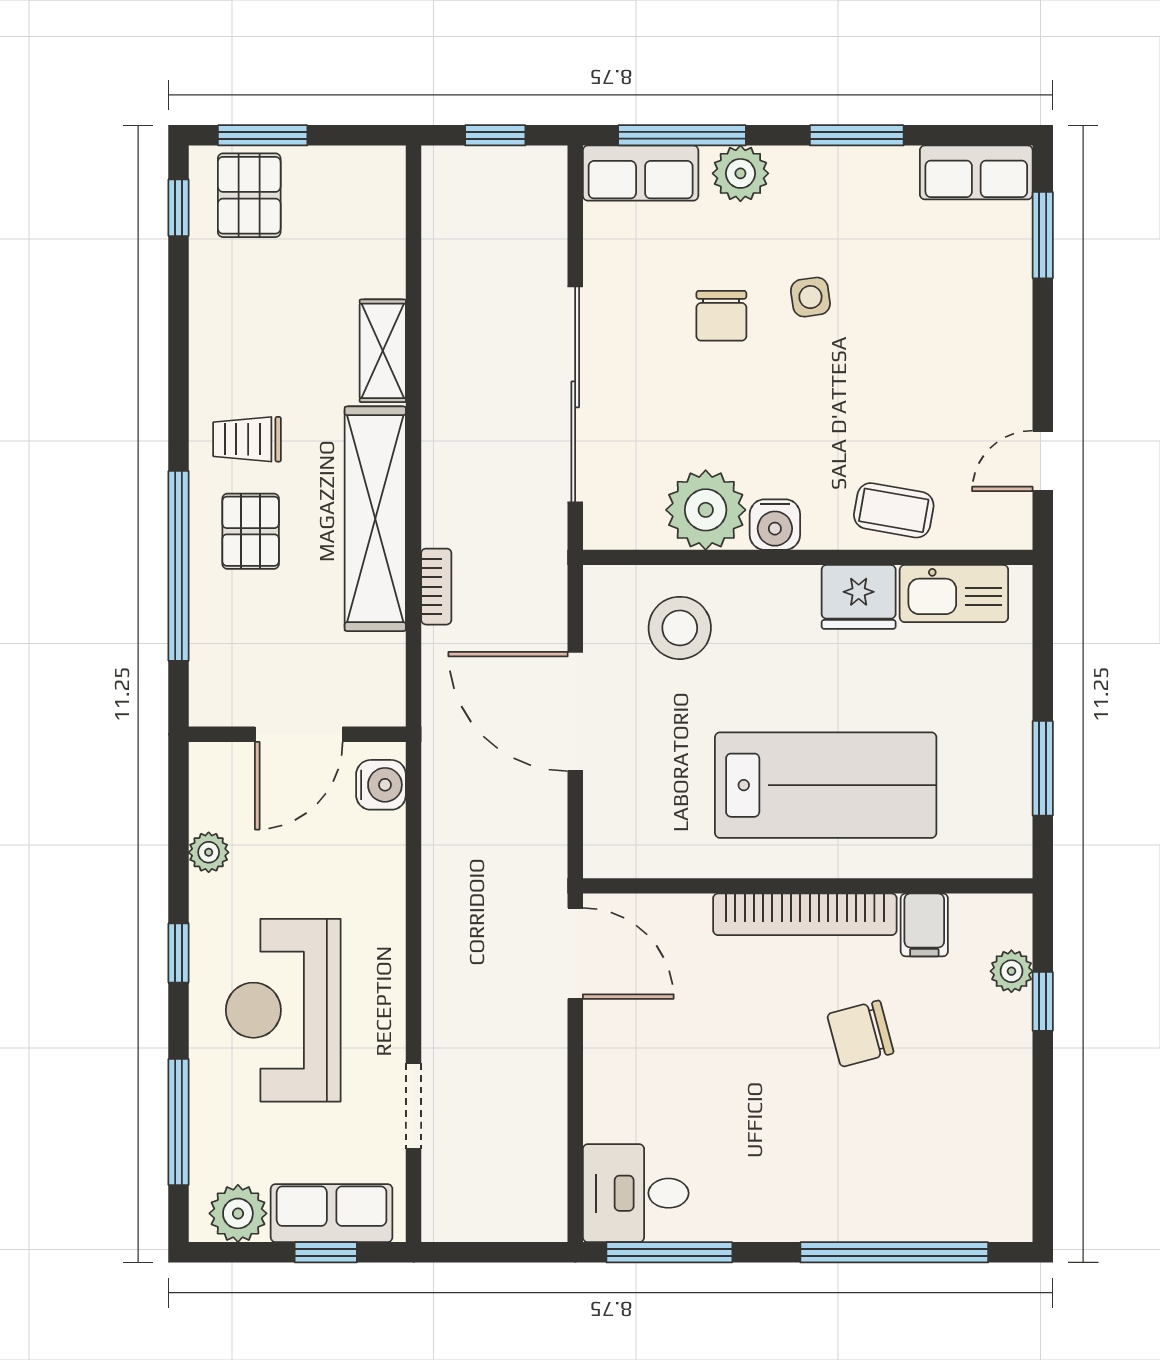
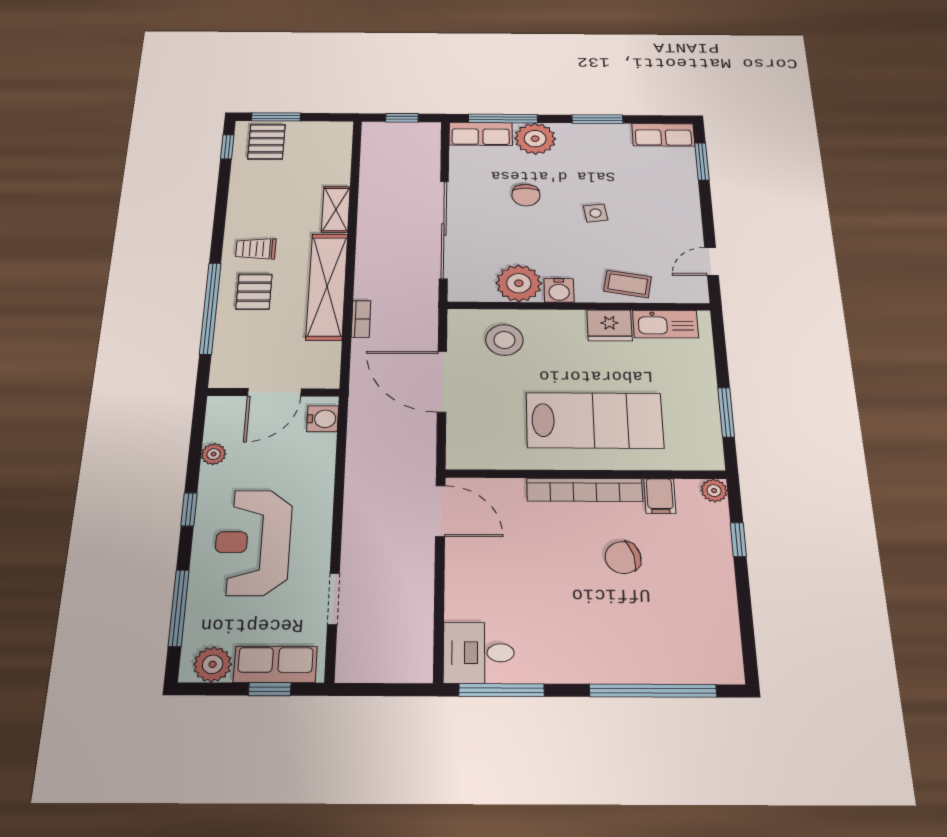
plant: (740, 173) -> (535, 139), width x1.36, depth x1.36
side table: (810, 297) -> (596, 213), moved
plant: (1011, 971) -> (714, 491), moved

